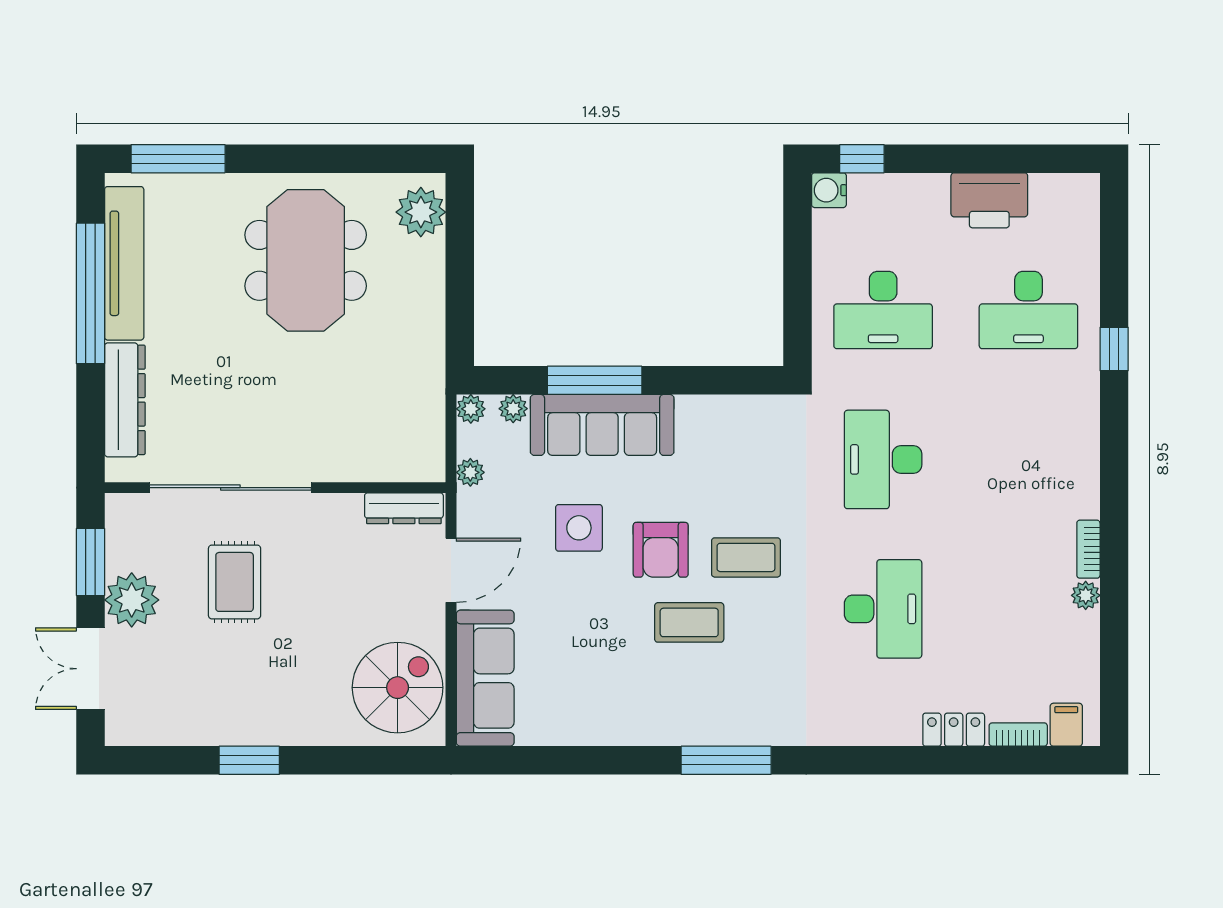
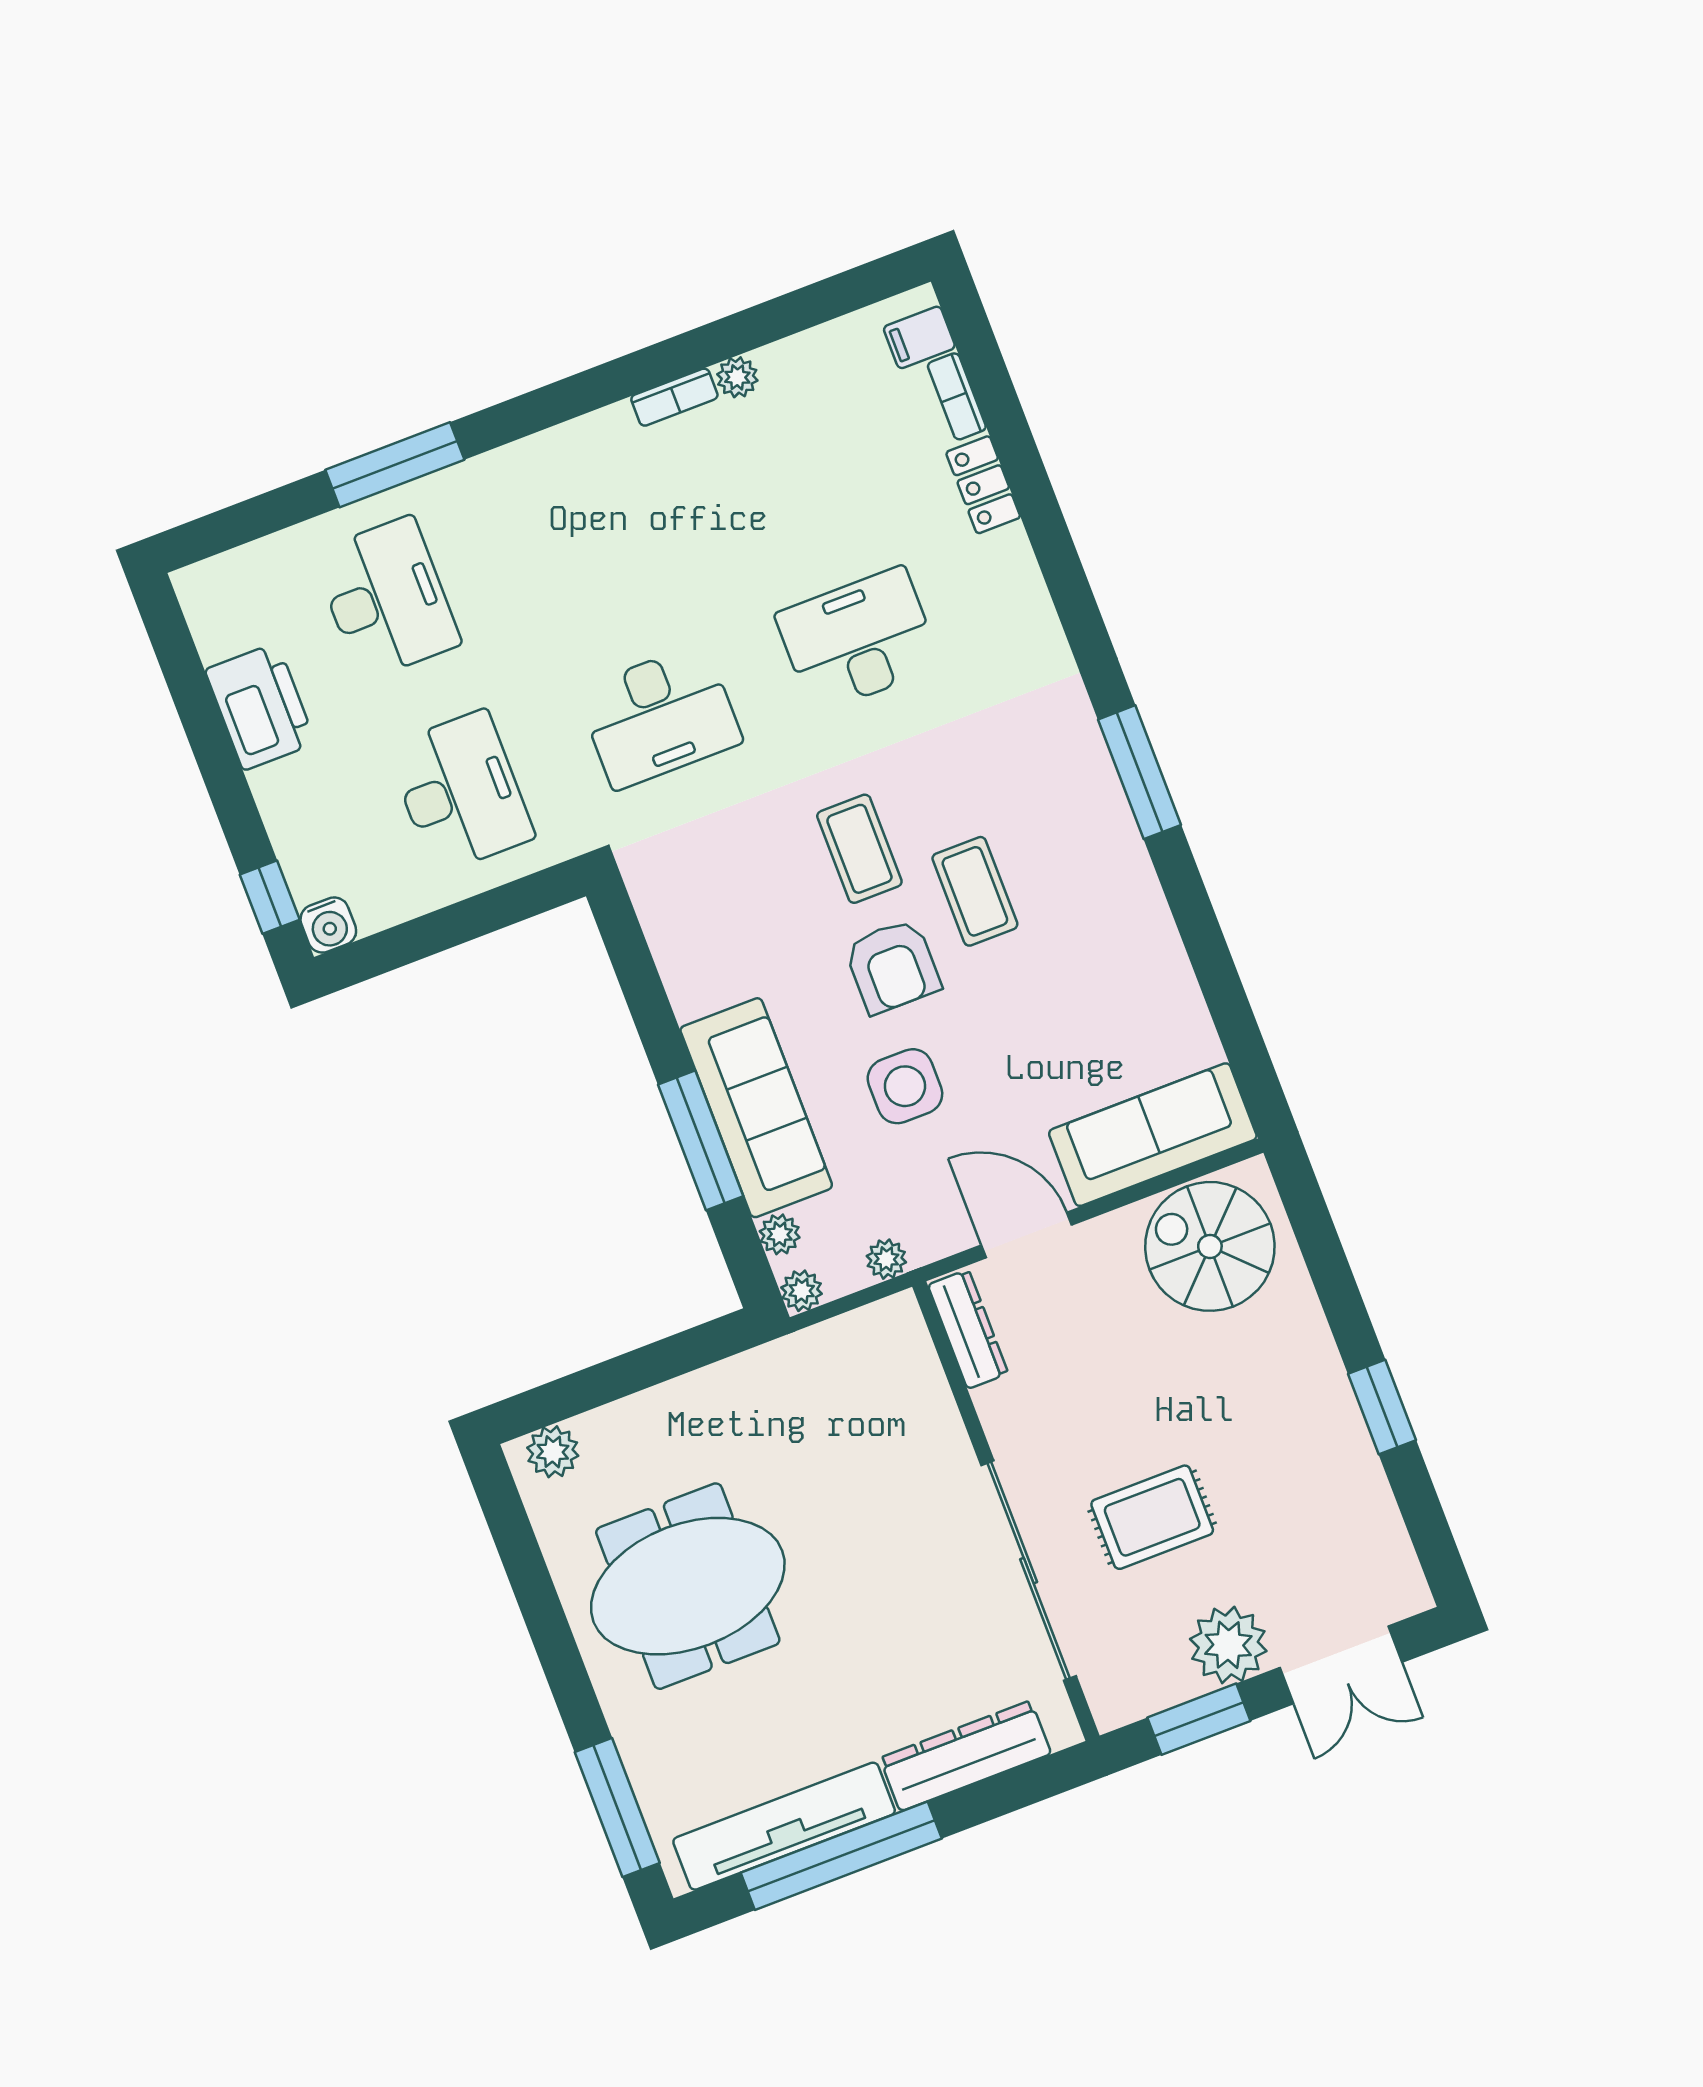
plant: (421, 212) -> (553, 1452), width x0.73, depth x0.73
window: (1114, 349) -> (395, 465), width x2.17
armchair: (661, 550) -> (893, 966), turned 90

